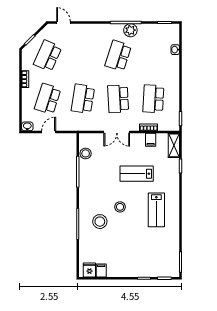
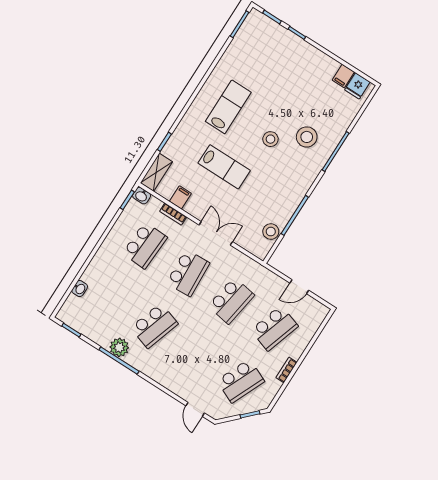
washbasin: (27, 126) -> (142, 196), moved

